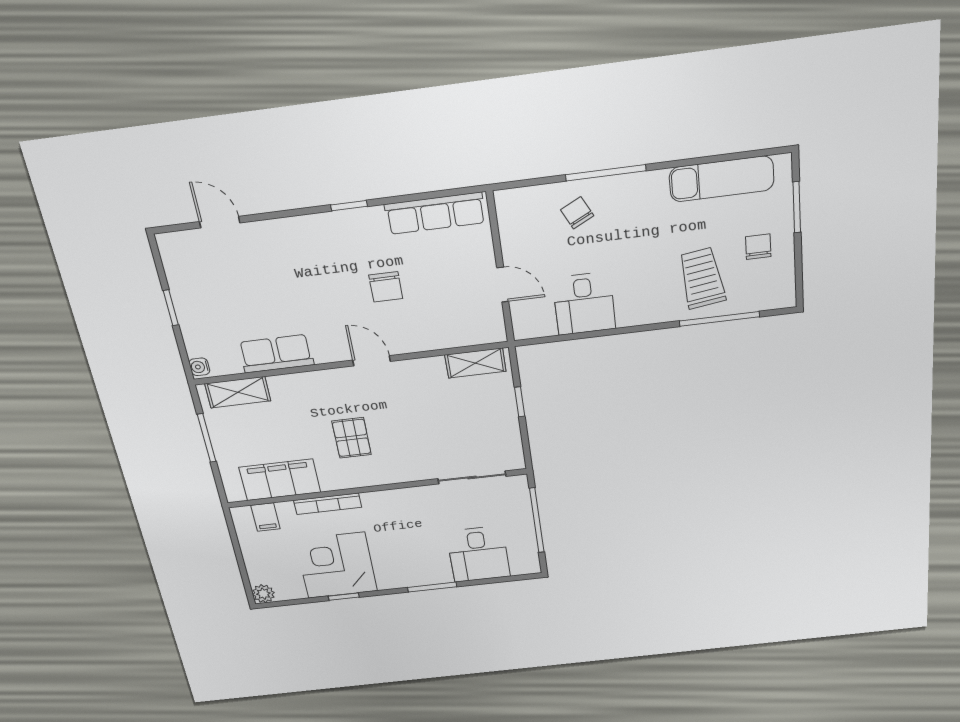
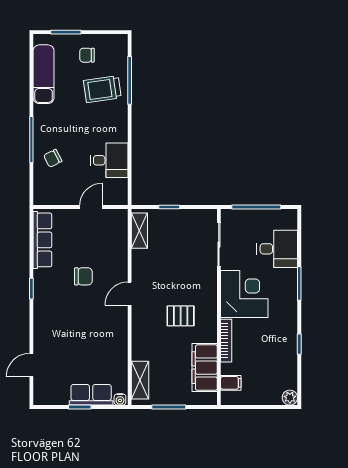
row of seats: (276, 354) -> (91, 395), moved, turned 90
corner desk: (336, 565) -> (244, 294), moved, turned 180

